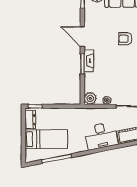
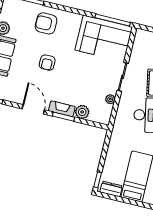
door: (82, 37) -> (33, 109), swing flipped
plant: (90, 98) -> (82, 112), moved

